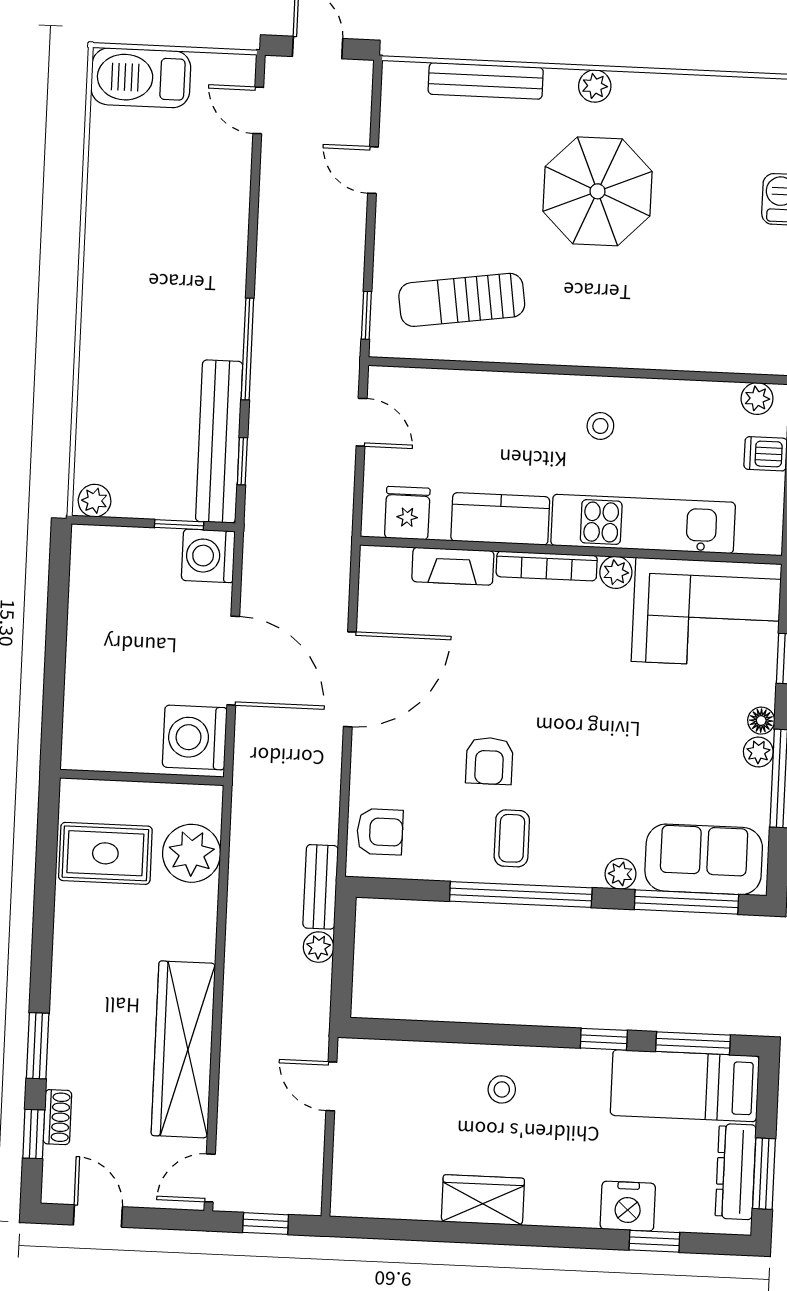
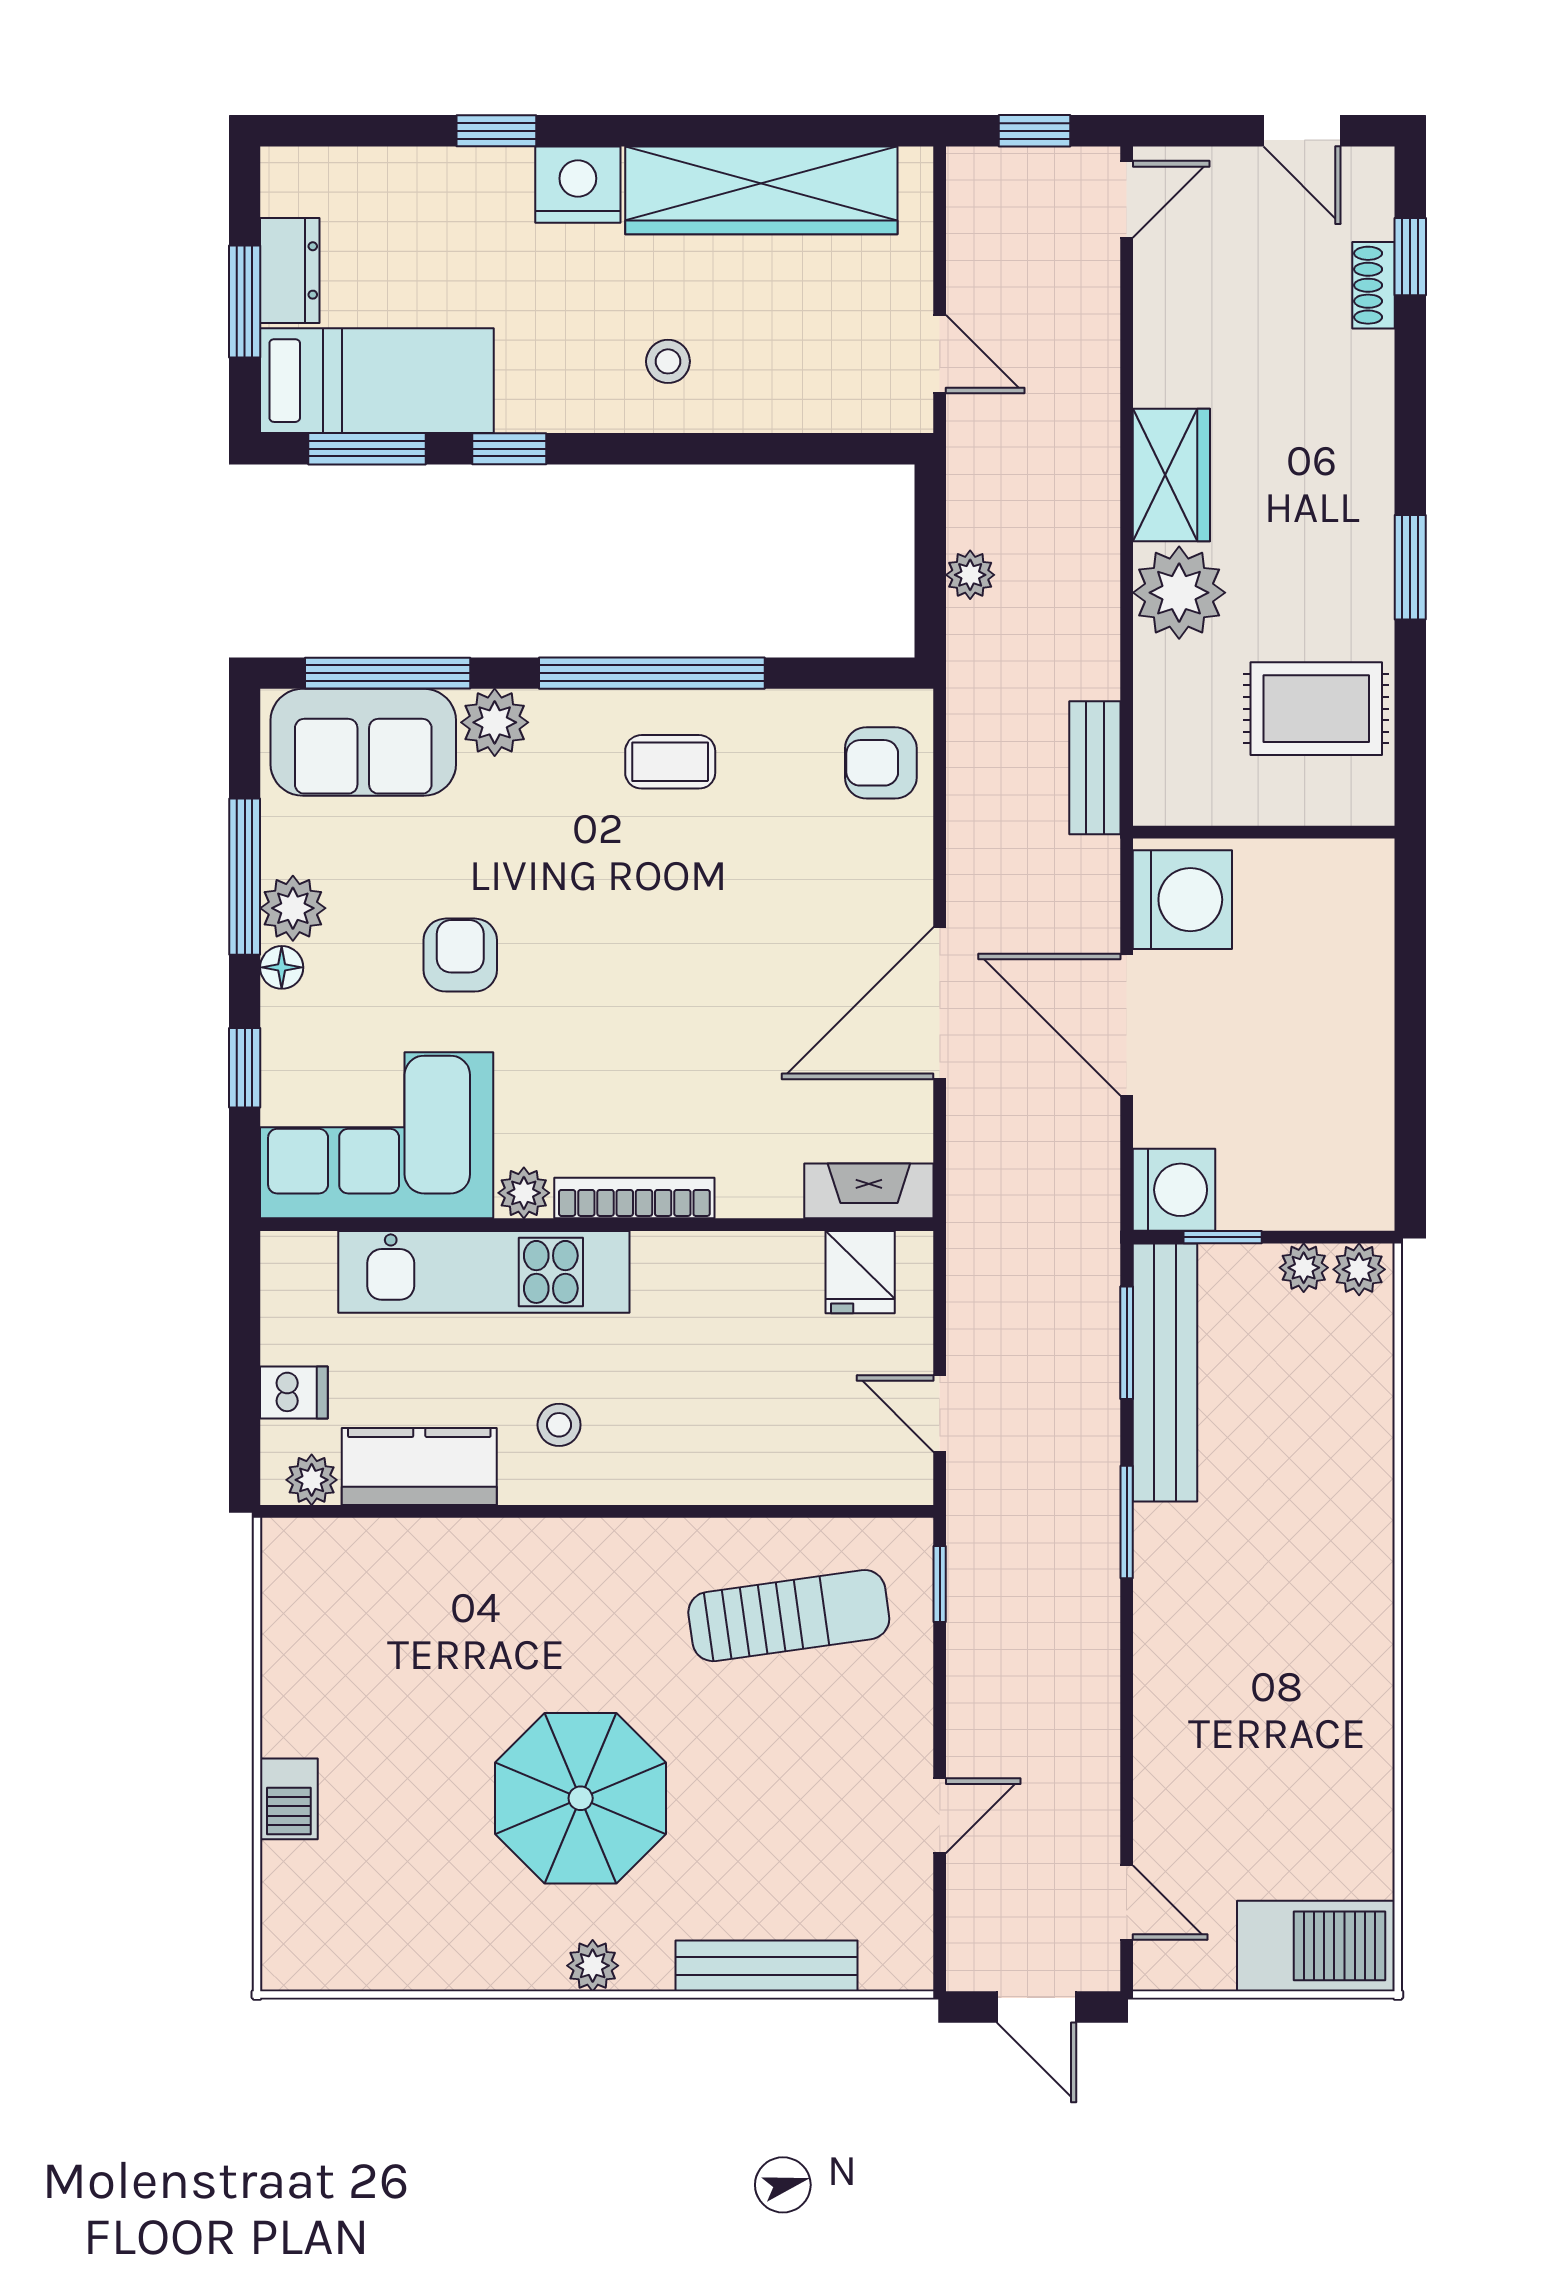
door: (373, 170) -> (940, 1816), hinge flipped
window: (247, 349) -> (1127, 1522), width x0.69
window: (242, 461) -> (1127, 1343), width x1.50
plant: (129, 503) -> (1304, 1268), added
kitchen counter: (500, 519) -> (419, 1467), moved, turned 180
fireplace: (453, 566) -> (869, 1191), moved
plant: (758, 752) -> (293, 908), width x1.38, depth x1.38
armchair: (489, 761) -> (460, 955), moved
coffee table: (512, 838) -> (670, 762), turned 90
plant: (192, 853) -> (1179, 593), moved
plant: (620, 874) -> (495, 722), width x1.38, depth x1.38
bench: (321, 887) -> (1095, 768), moved
window: (38, 1046) -> (1410, 567), moved
wardrobe: (183, 1049) -> (1171, 475), width x0.48, depth x0.85
dresser: (736, 1172) -> (290, 270), width x0.70
window: (764, 1174) -> (245, 301), moved
wardrobe: (483, 1200) -> (761, 190), width x2.10, depth x1.17
nightstand: (628, 1206) -> (578, 185), moved
window: (654, 1241) -> (496, 131), moved

